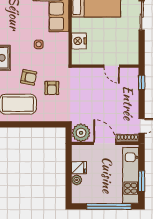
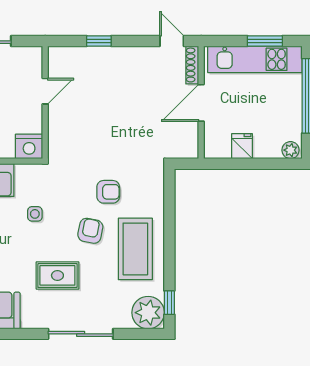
wall: (105, 66) -> (45, 102), moved
door: (112, 66) -> (45, 91), moved
plant: (81, 133) -> (183, 143), removed
plant: (77, 180) -> (291, 150), moved

